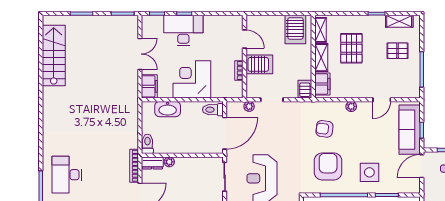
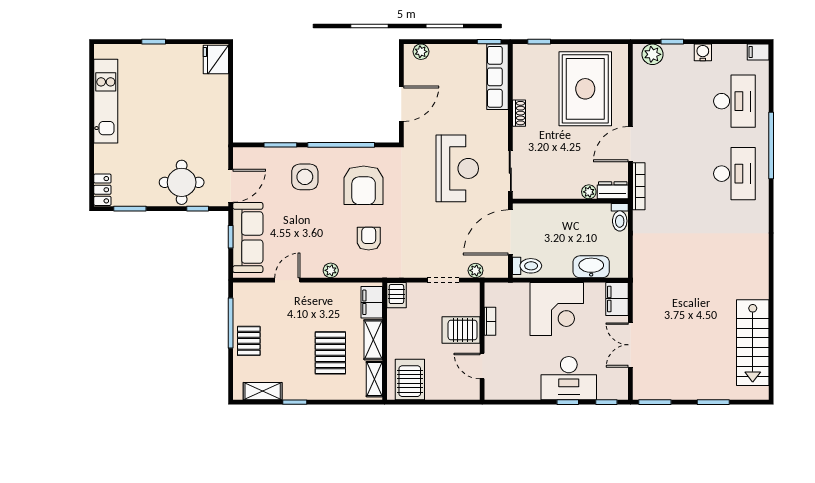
pallet: (398, 51) -> (249, 341), moved, turned 90
armchair: (324, 129) -> (369, 239), turned -97

